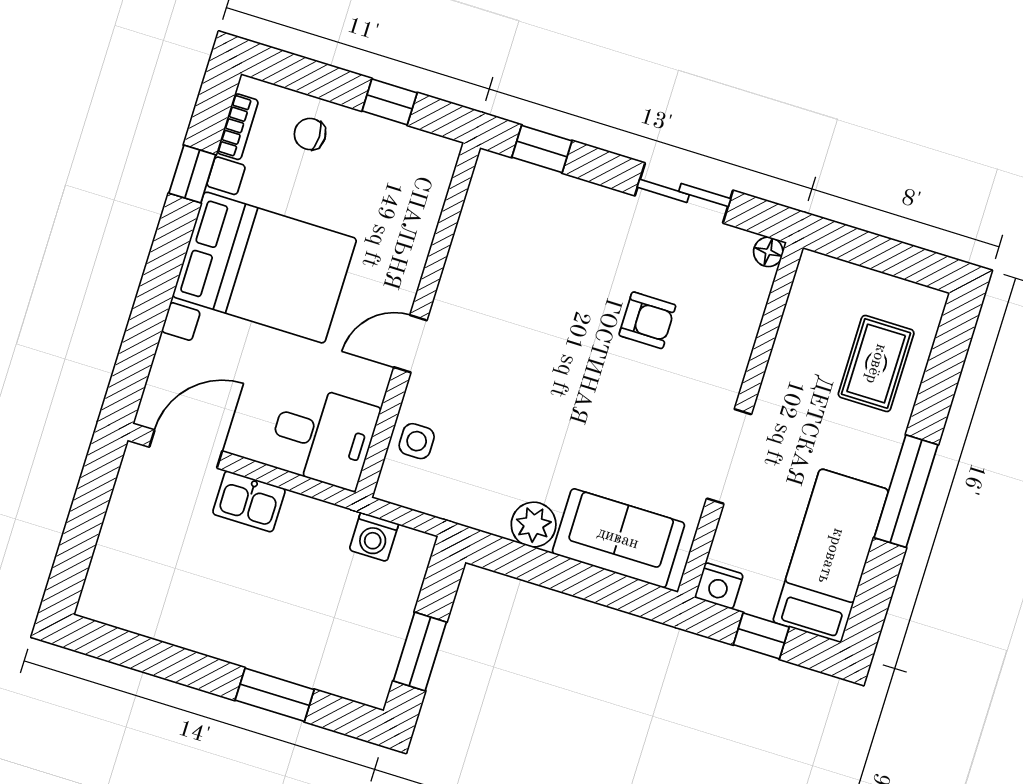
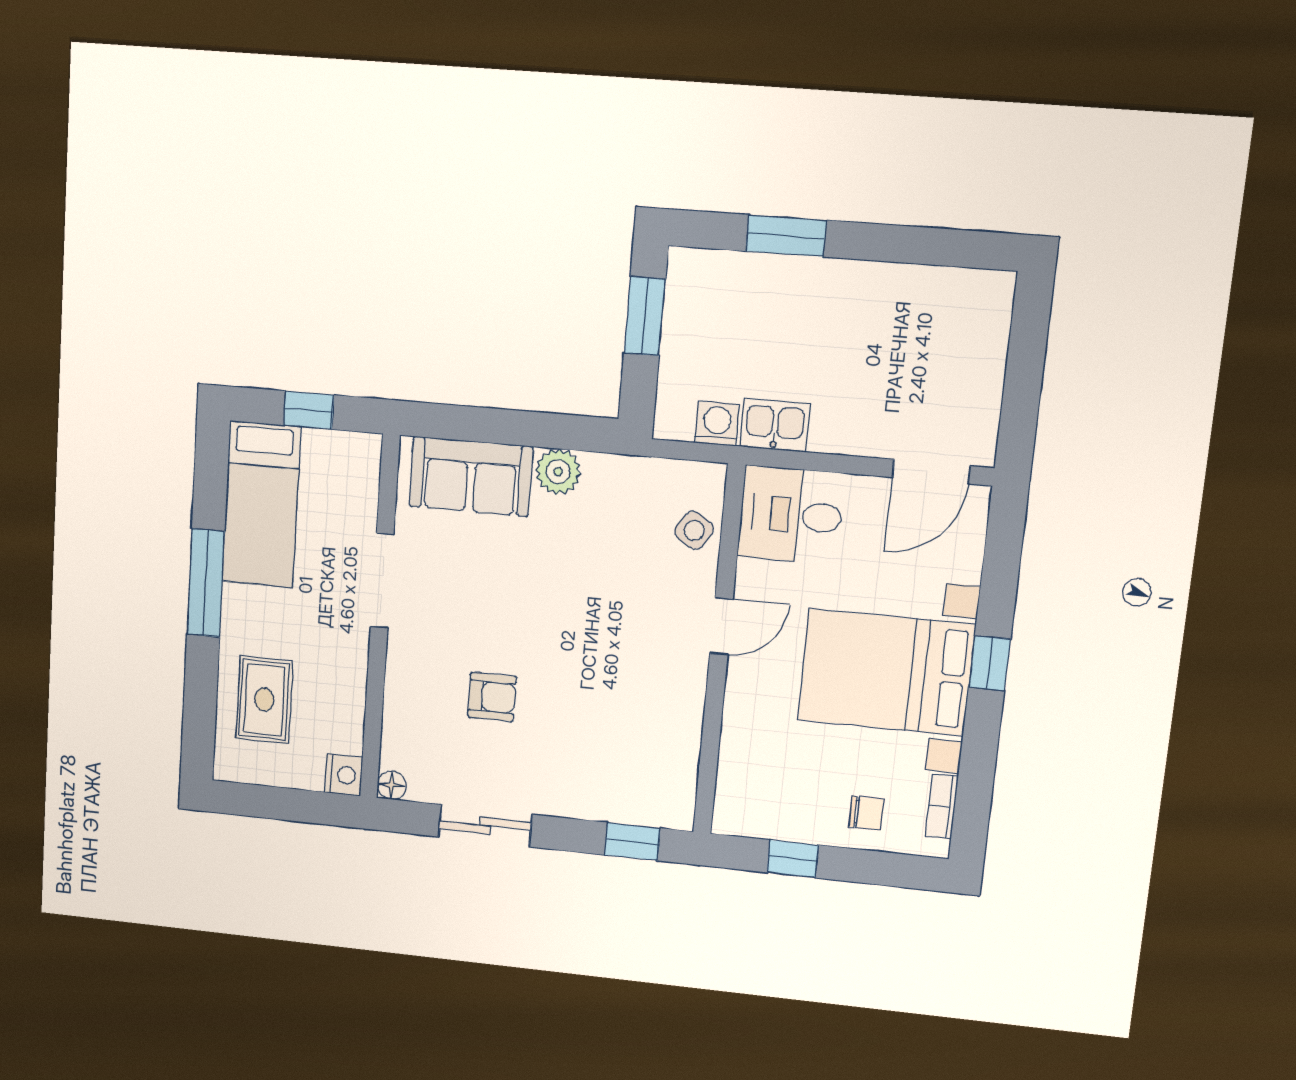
window: (192, 174) -> (990, 663), moved
armchair: (647, 320) -> (492, 697), turned 180
side table: (417, 441) -> (694, 530), turned 33
kitchen sink: (249, 501) -> (775, 425), moved
nightstand: (719, 586) -> (344, 775), moved, turned 90

